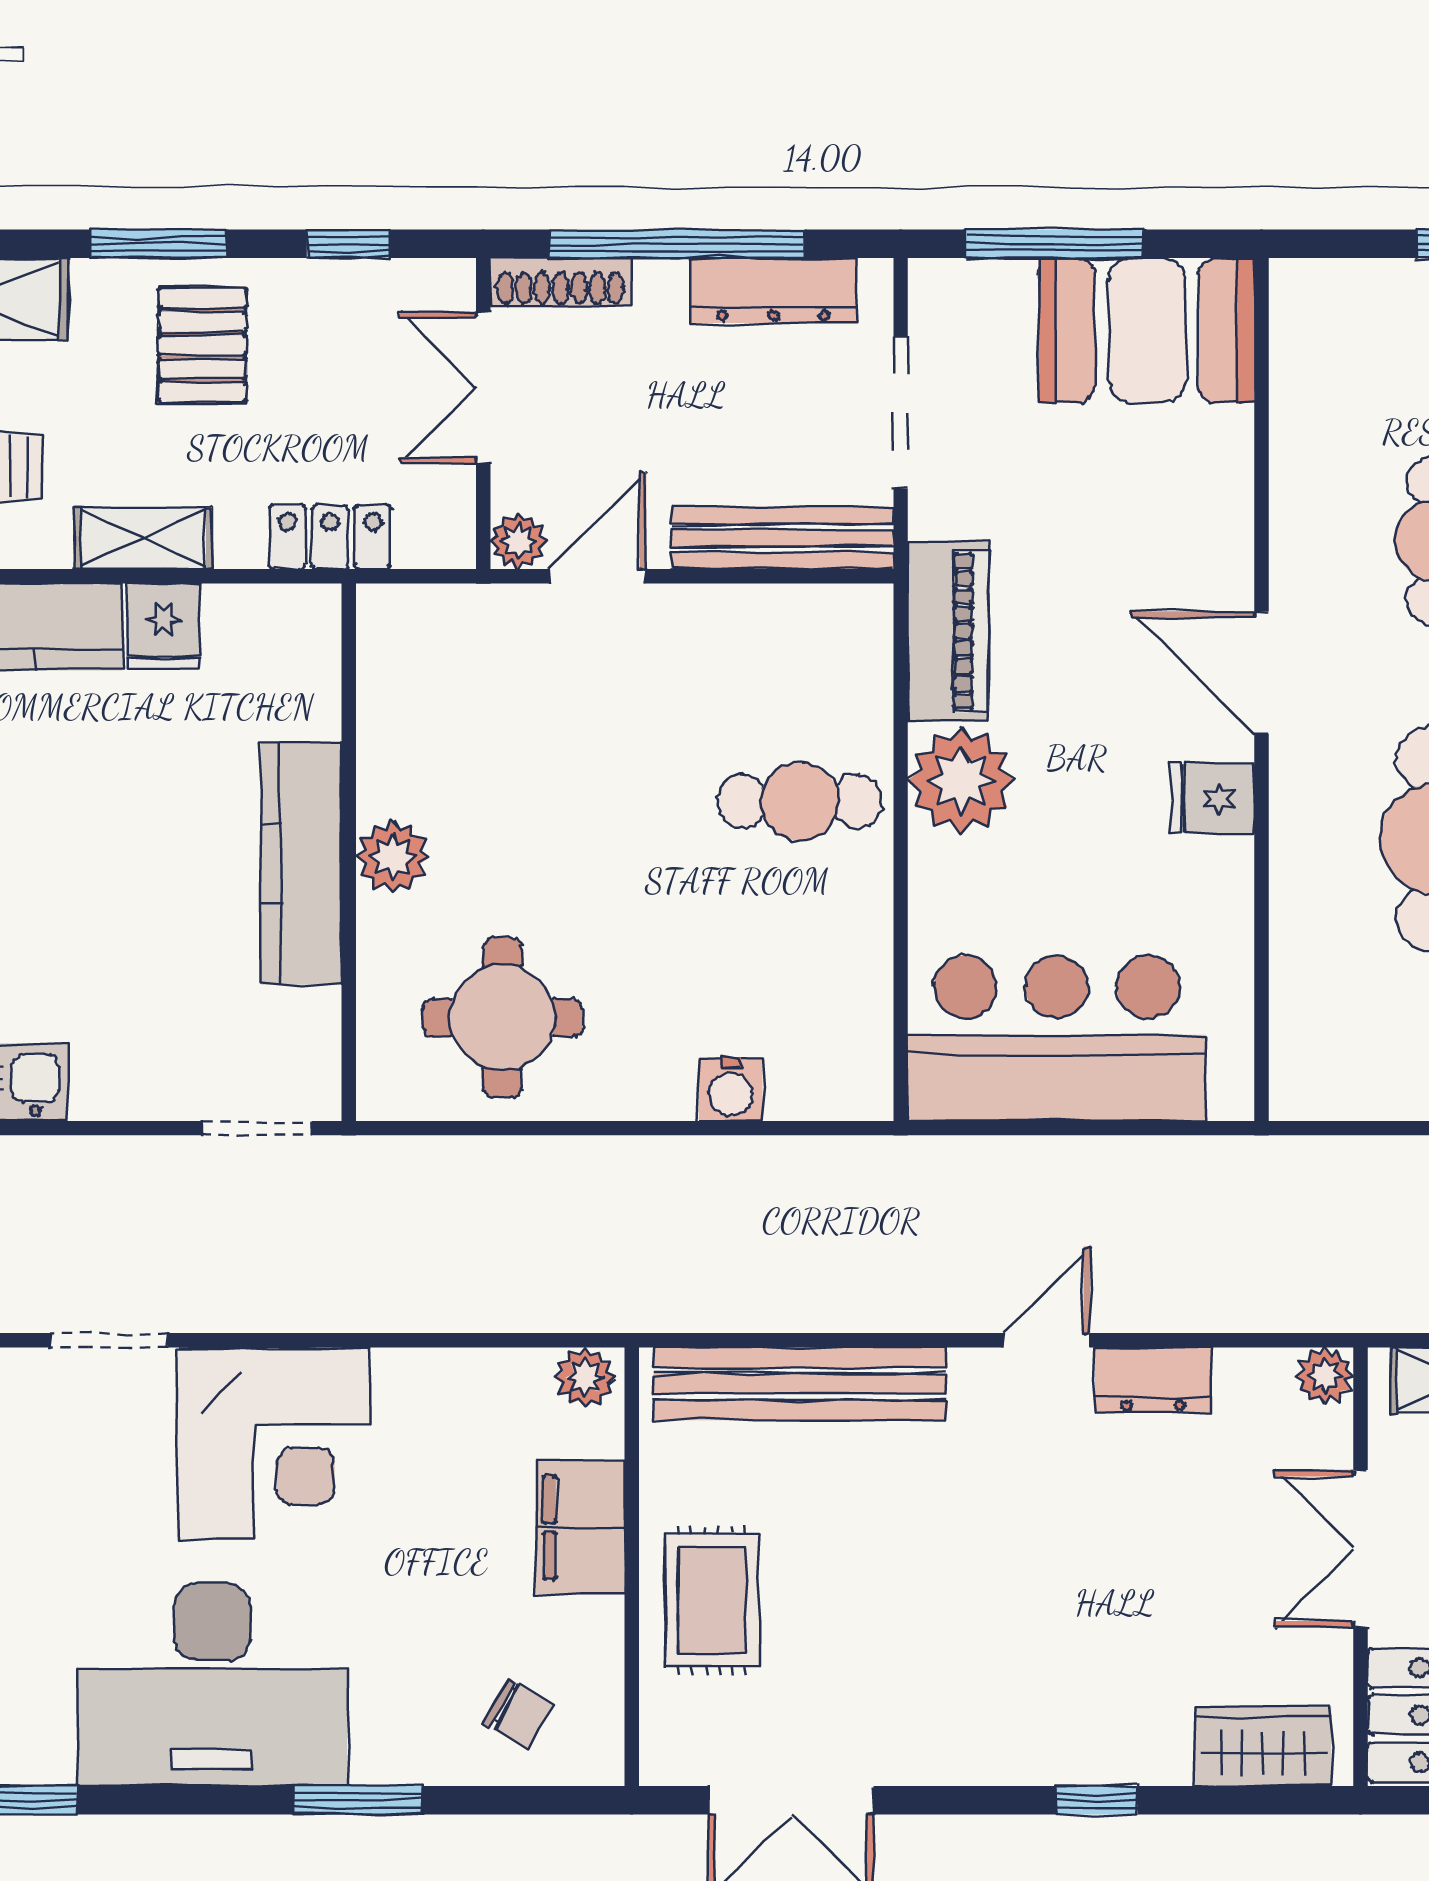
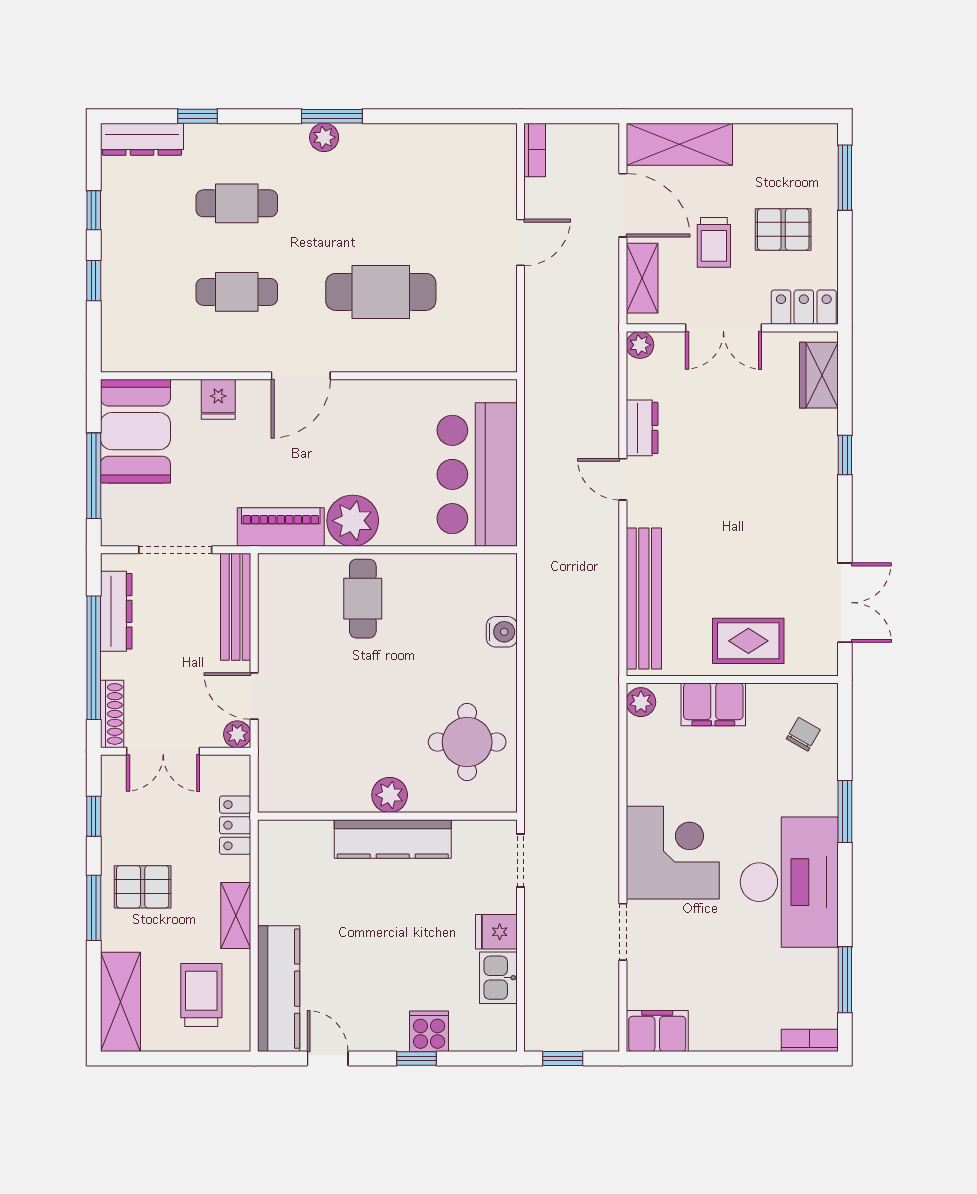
fridge: (164, 626) -> (496, 932), moved, turned 180
fridge: (1213, 798) -> (218, 399), moved

